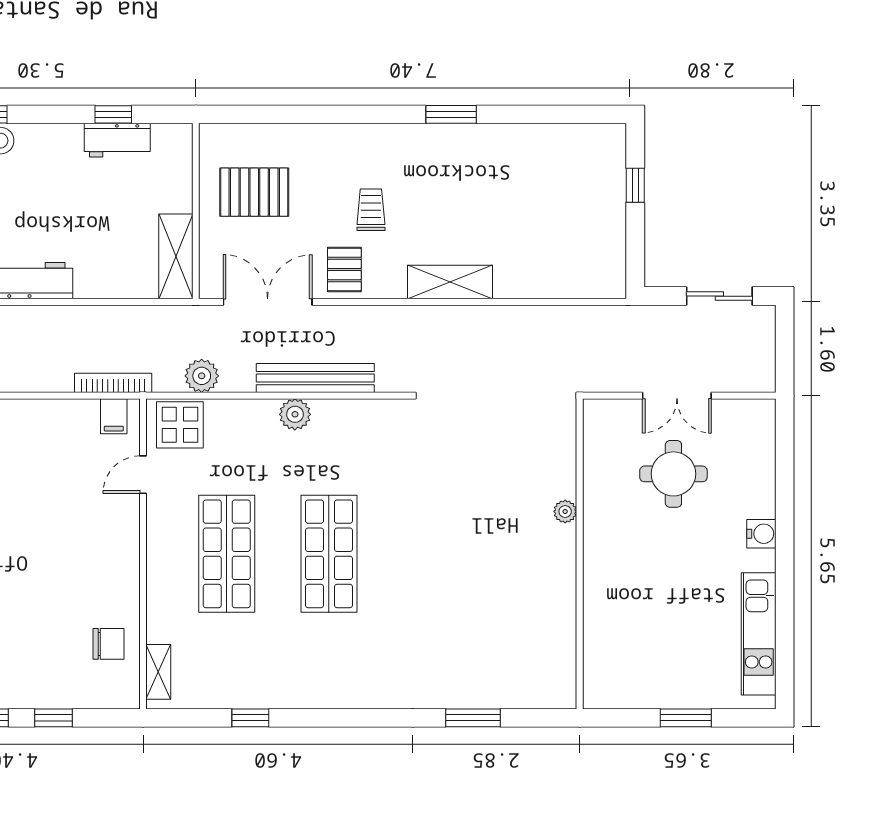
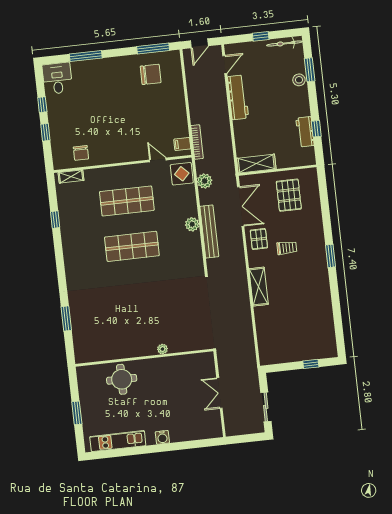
window: (451, 114) -> (331, 256), moved
pallet: (344, 269) -> (259, 239), turned 90
round table: (673, 474) -> (122, 379), moved

